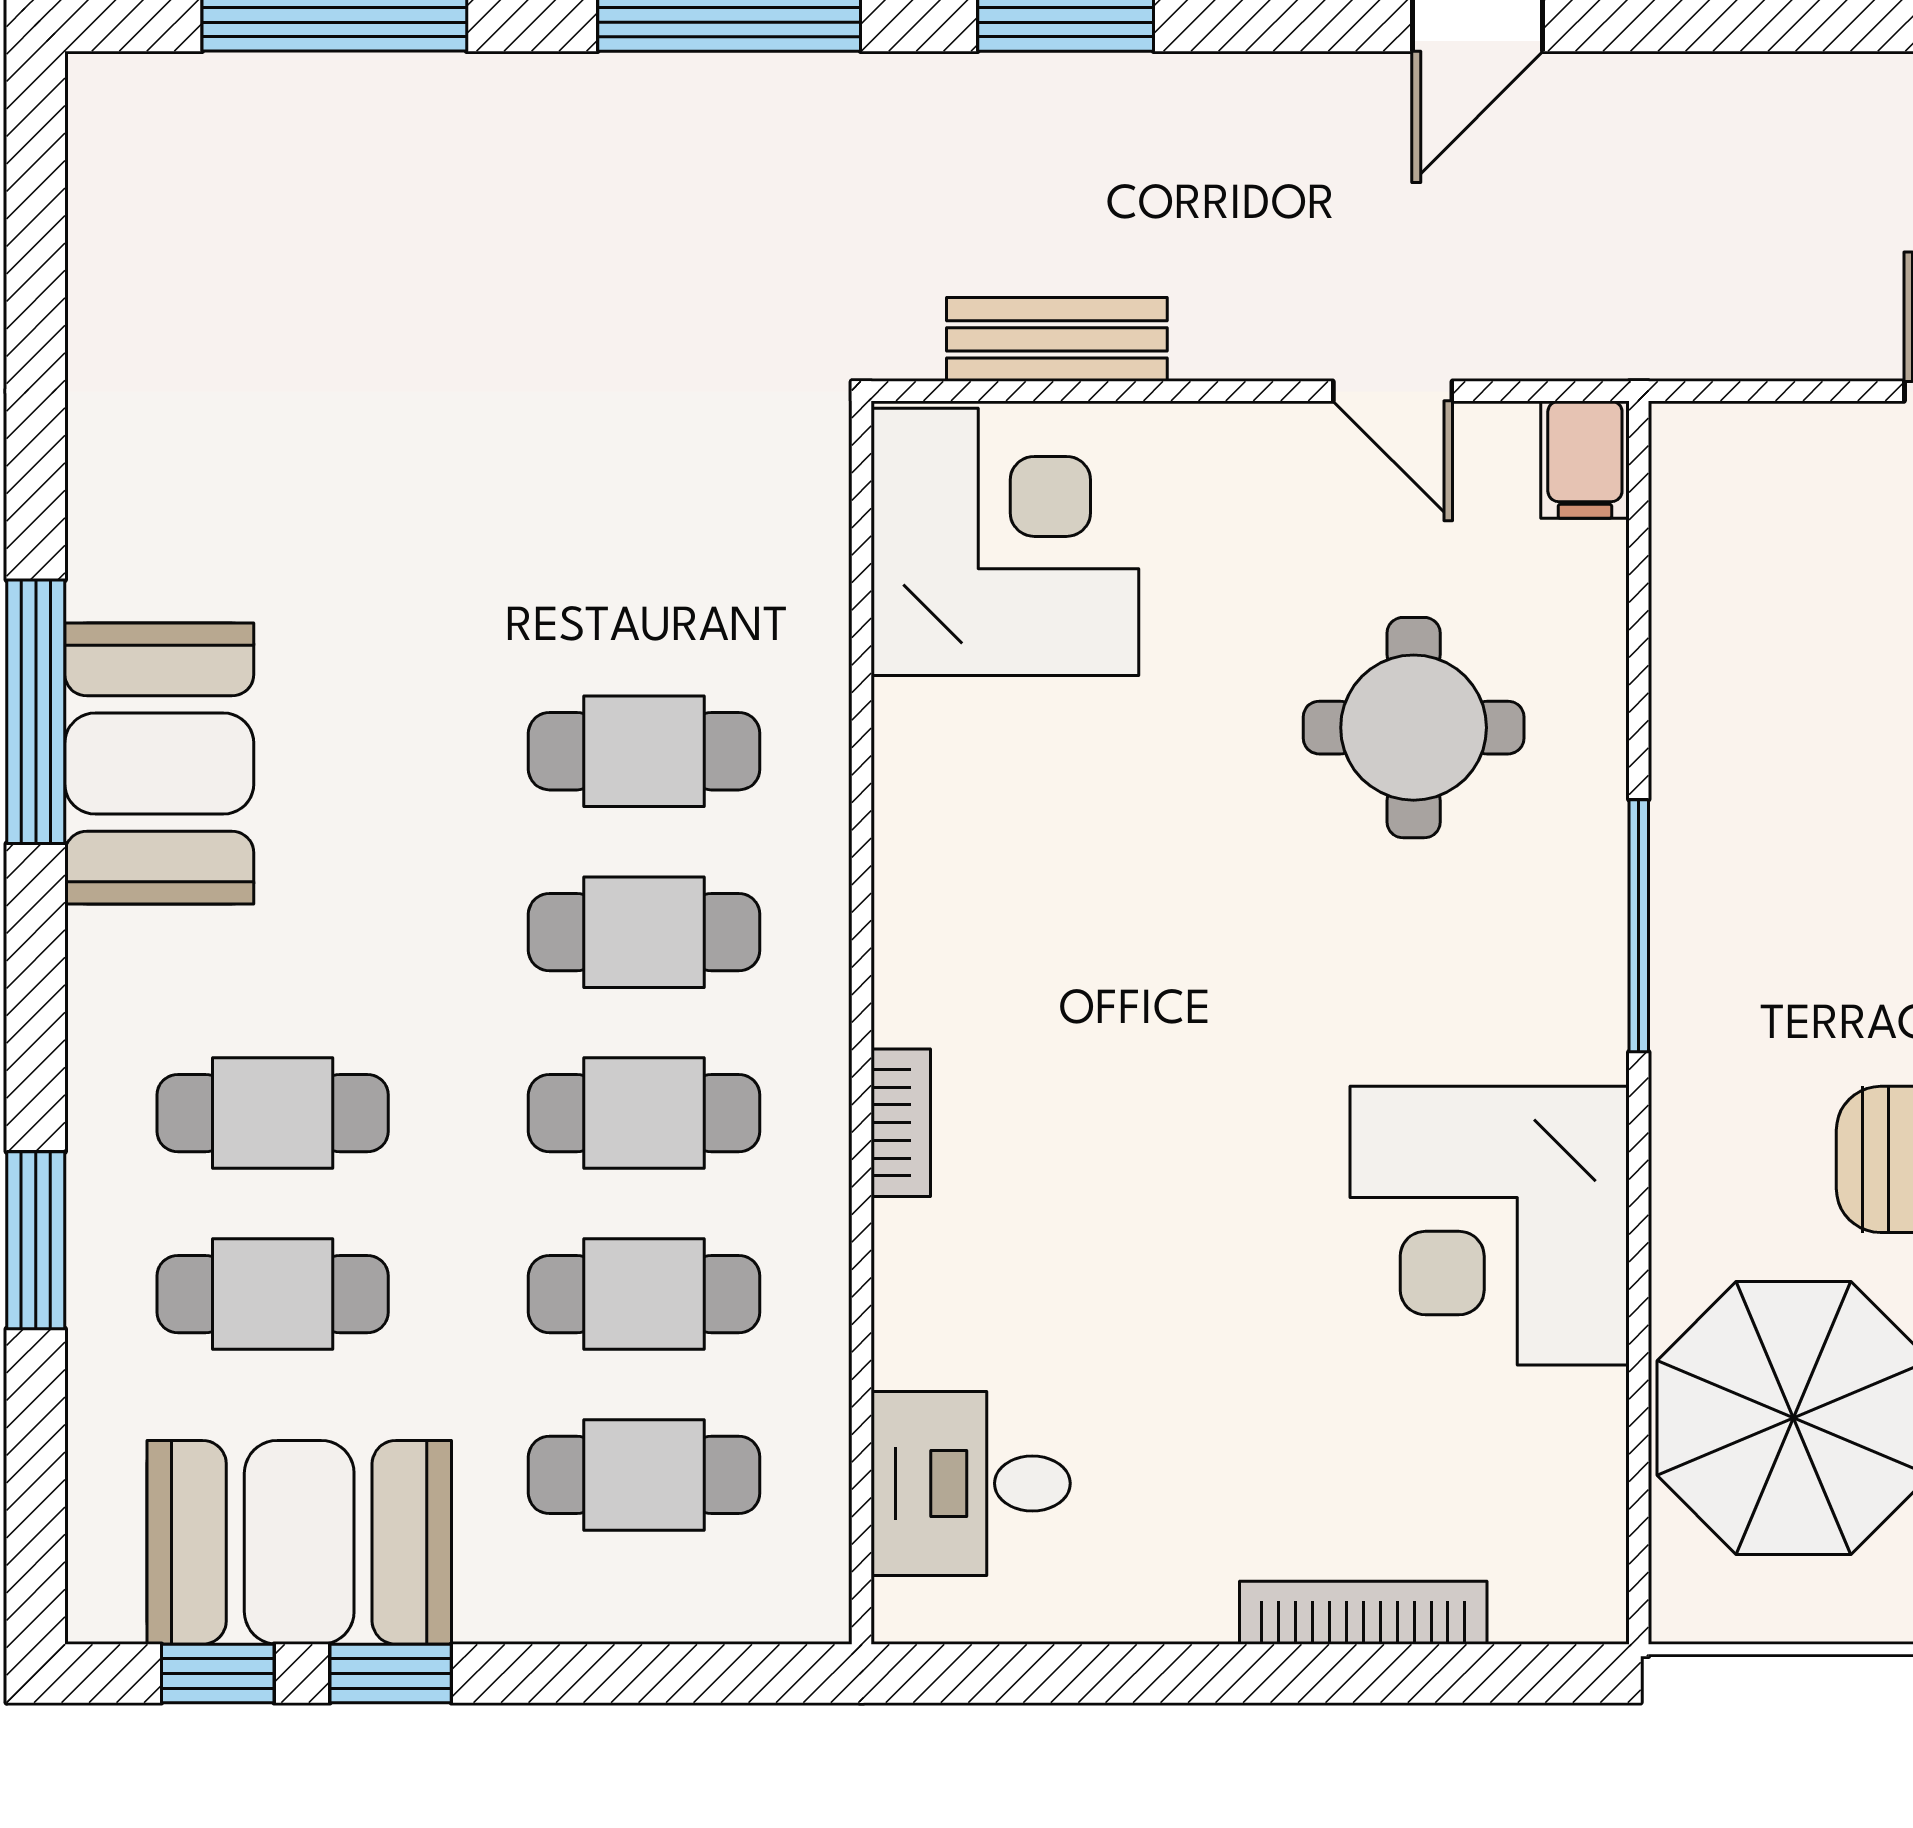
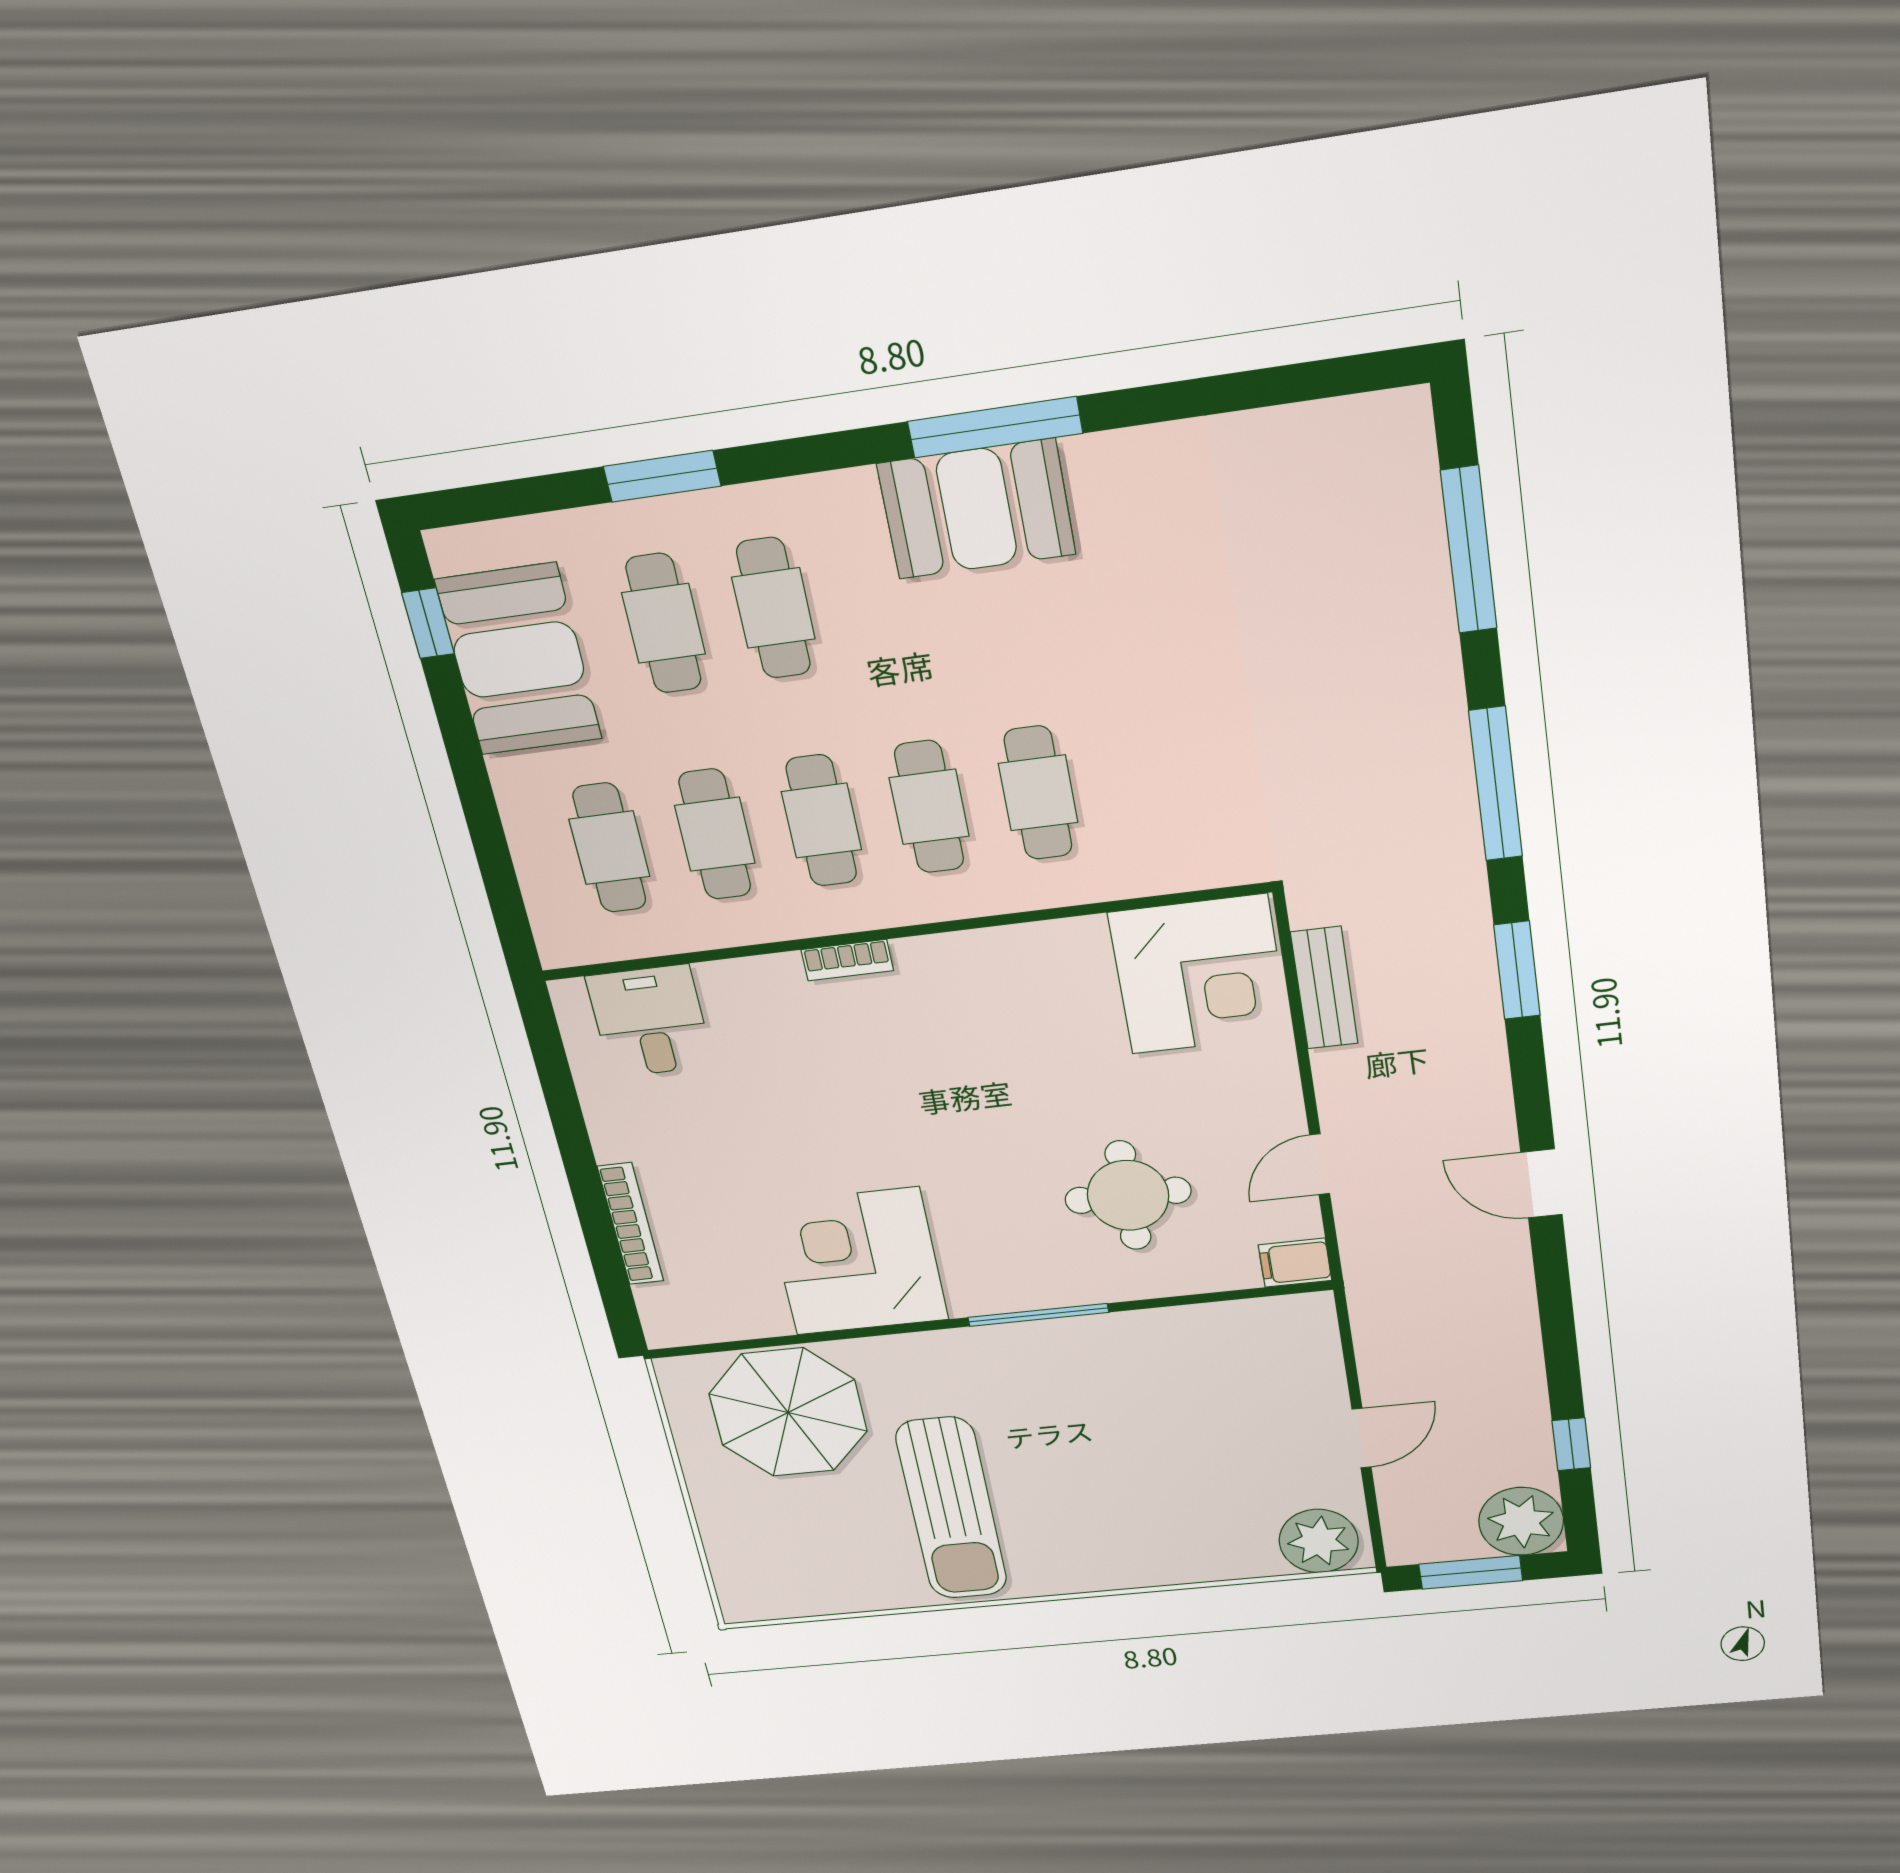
window: (391, 1674) -> (456, 723), removed

